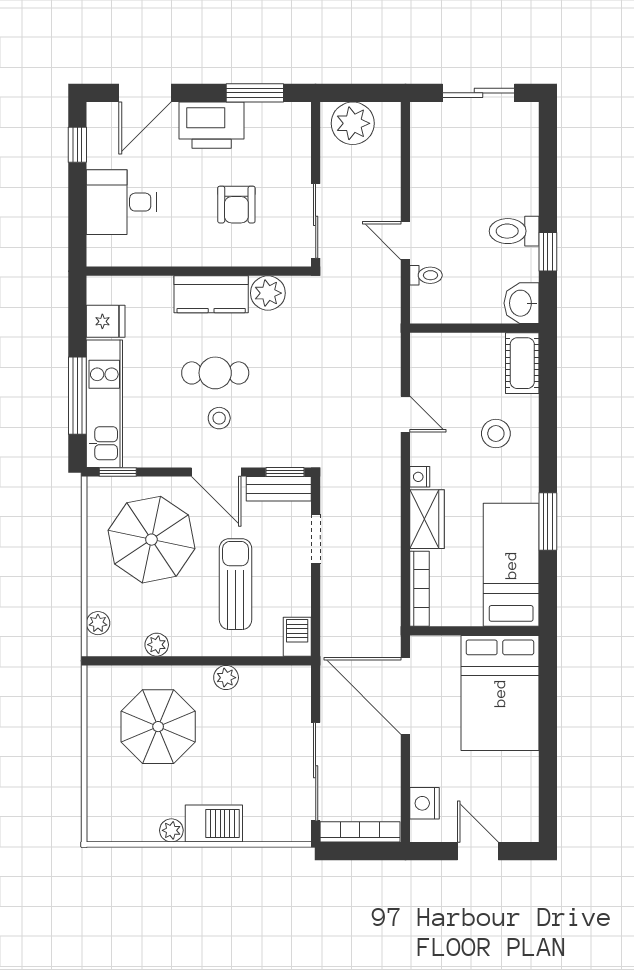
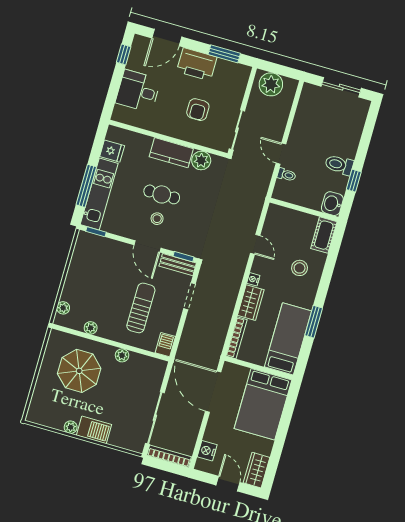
parasol: (151, 540) -> (104, 272), removed
wardrobe: (522, 813) -> (257, 470), added

